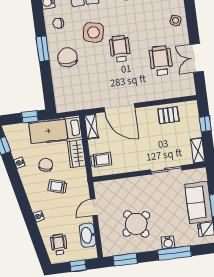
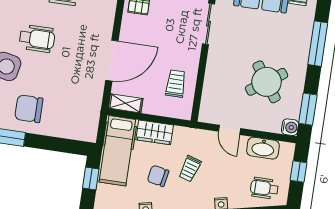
wheelchair: (120, 49) -> (37, 39), turned 180
trolley: (101, 160) -> (176, 84), moved
water cooler: (168, 243) -> (290, 127), moved

